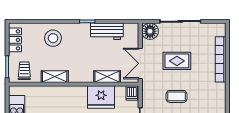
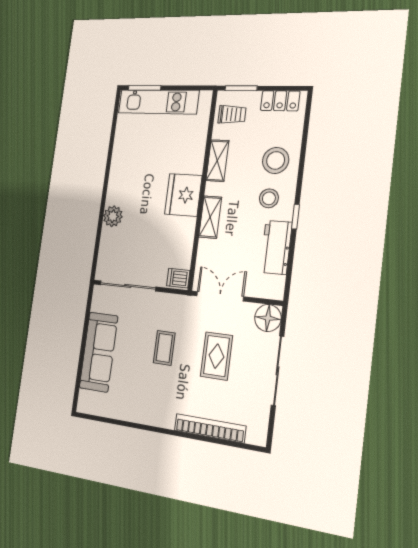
stool: (77, 40) -> (269, 198), added
shelving: (107, 77) -> (210, 217), moved
fridge: (101, 97) -> (183, 195), moved

